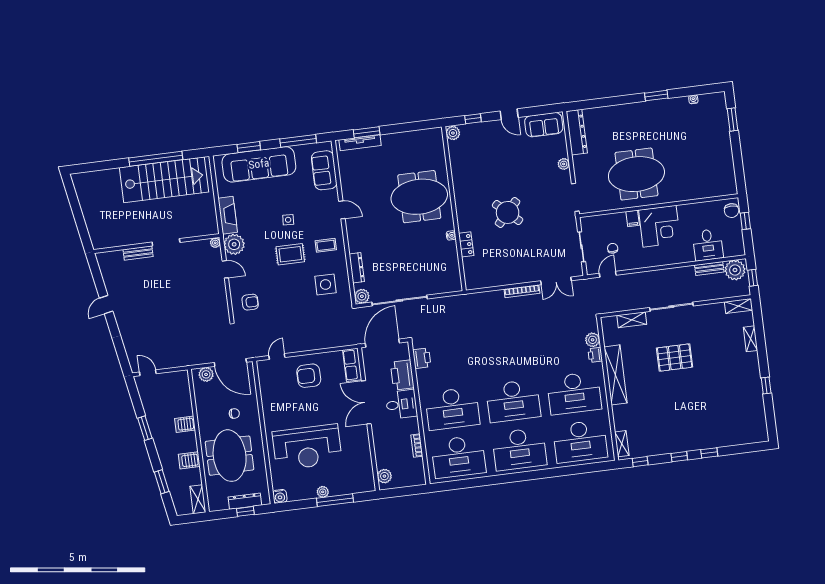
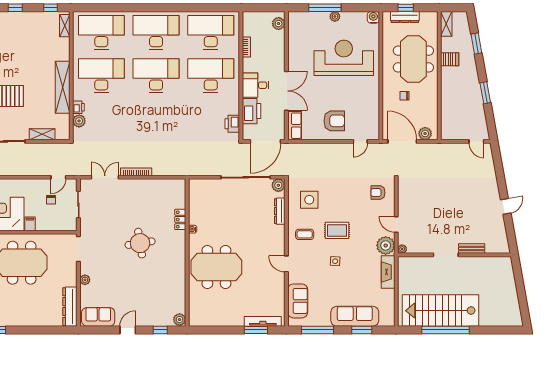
door: (509, 114) -> (128, 330), hinge flipped
sofa: (259, 164) -> (355, 316), width x0.74, depth x0.79
round table: (508, 212) -> (140, 243), turned 38
server rack: (185, 424) -> (449, 92), removed

